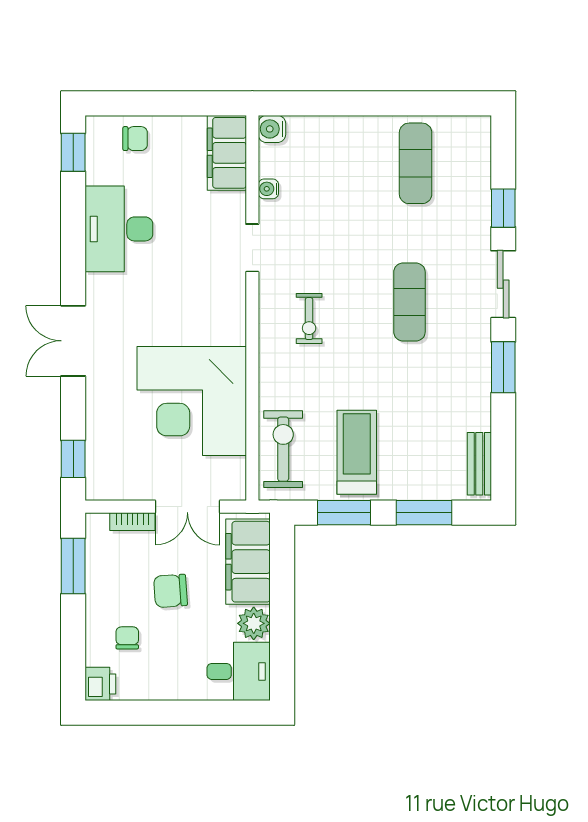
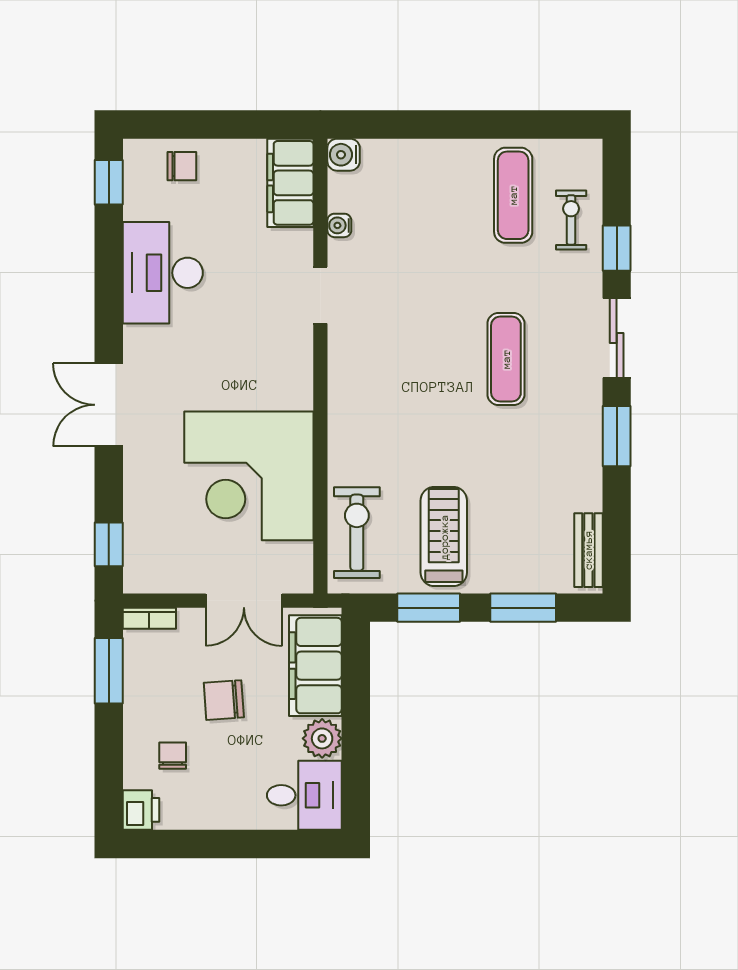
exercise bike: (309, 319) -> (571, 220), moved, turned 180
bookcase: (132, 522) -> (149, 618), moved

